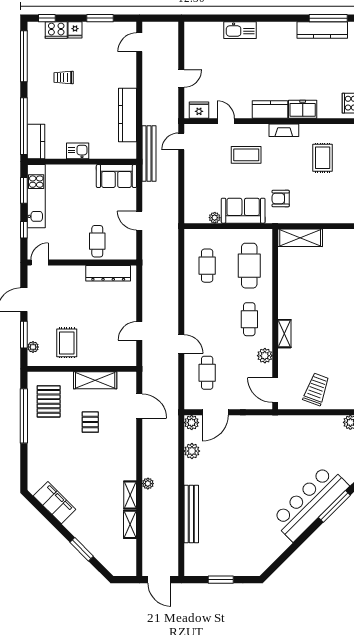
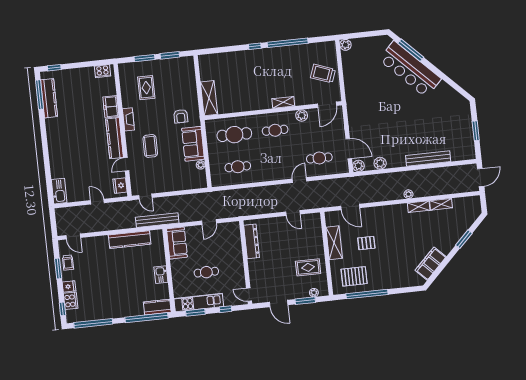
kitchen sink: (240, 30) -> (59, 191), moved
trolley: (64, 78) -> (68, 263), moved
kitchen counter: (270, 109) -> (115, 138), width x1.50
rug: (323, 158) -> (146, 88), turned 90
cafe table: (97, 241) -> (206, 272), moved
door: (139, 406) -> (350, 207), swing flipped

